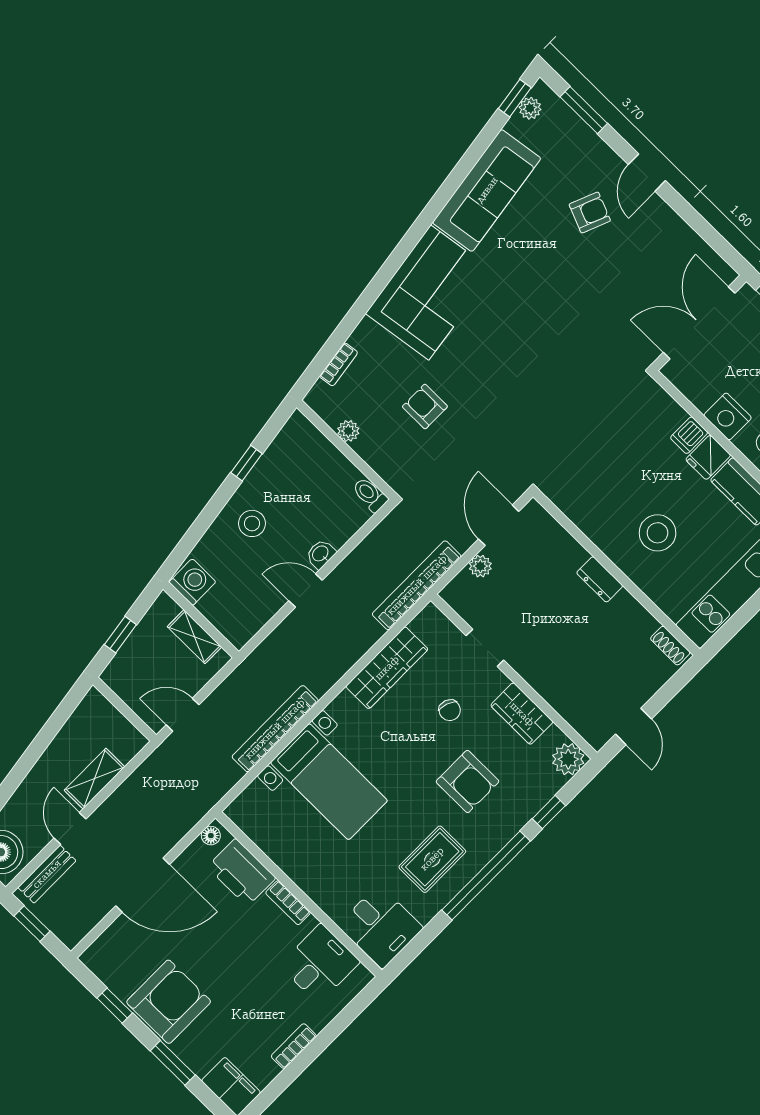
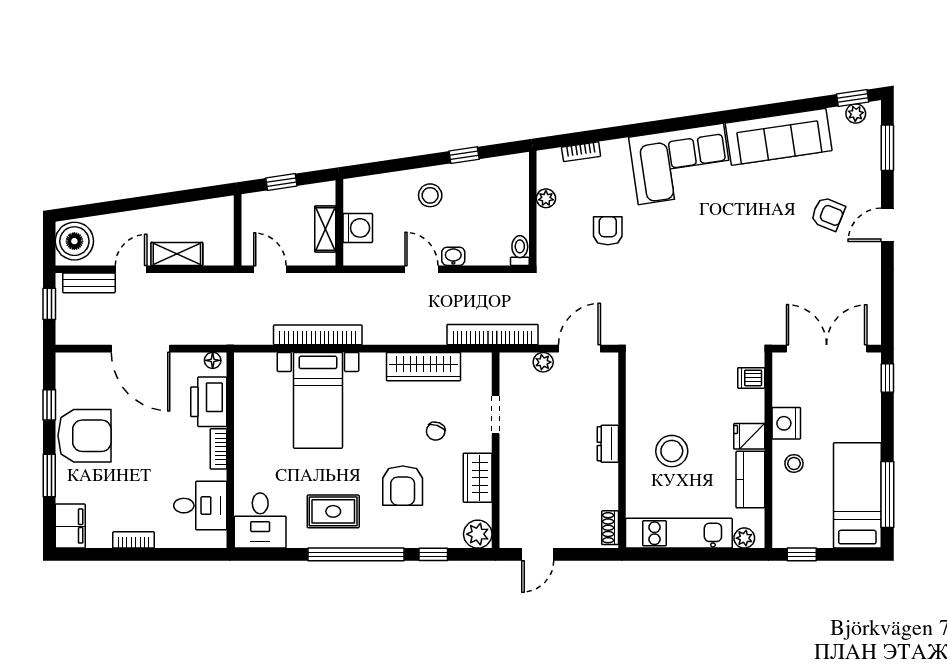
dishwasher: (689, 435) -> (751, 378), moved
washing machine: (192, 582) -> (358, 228), moved

